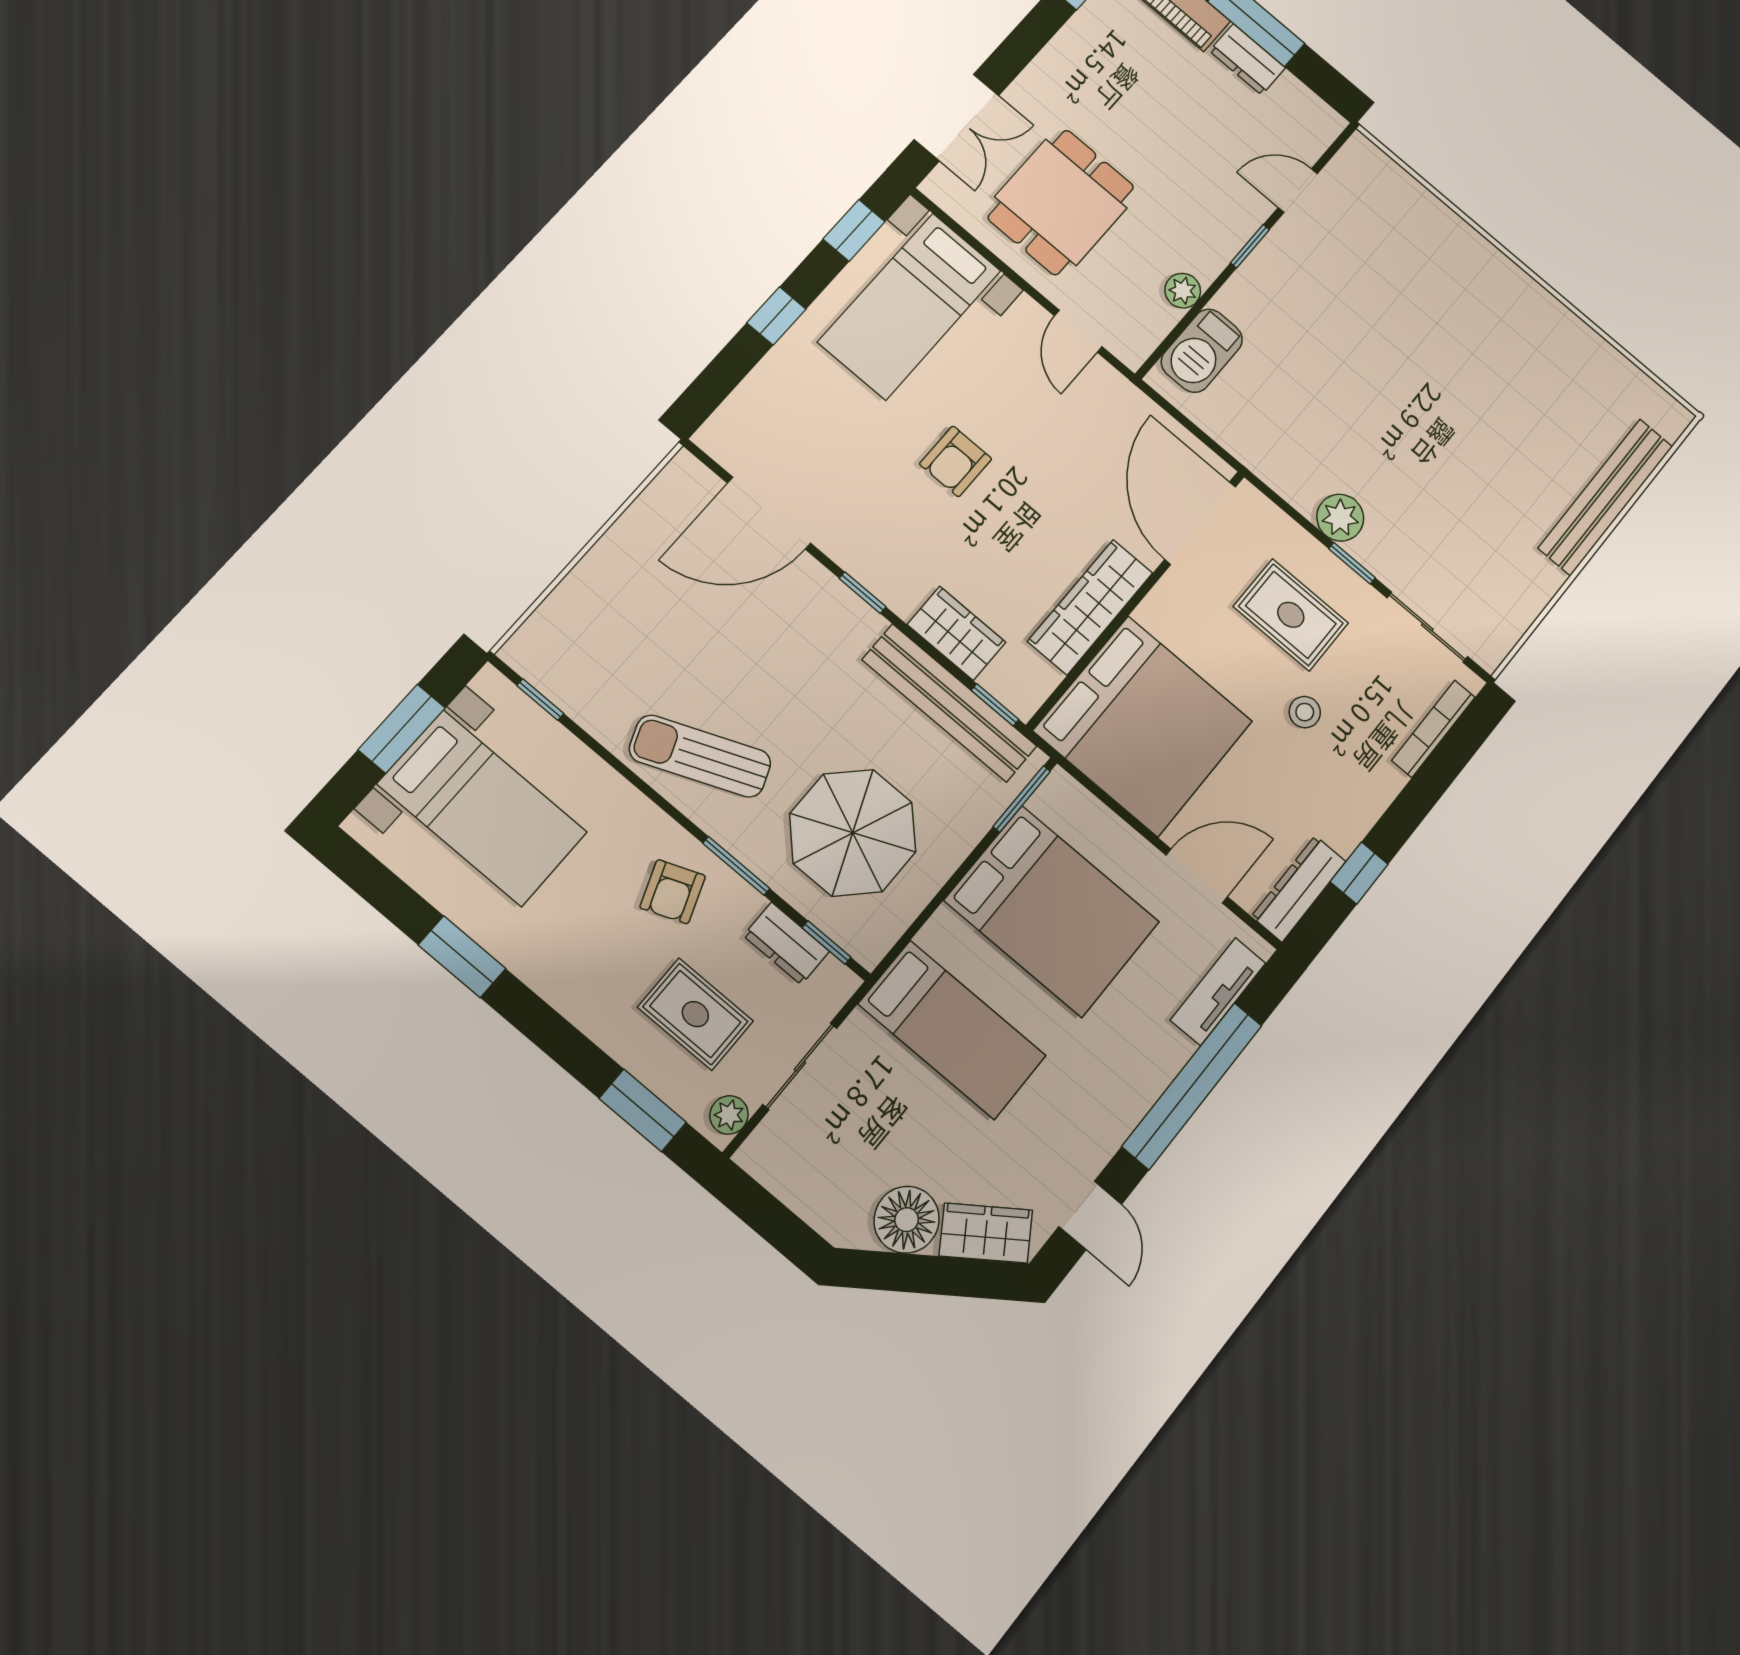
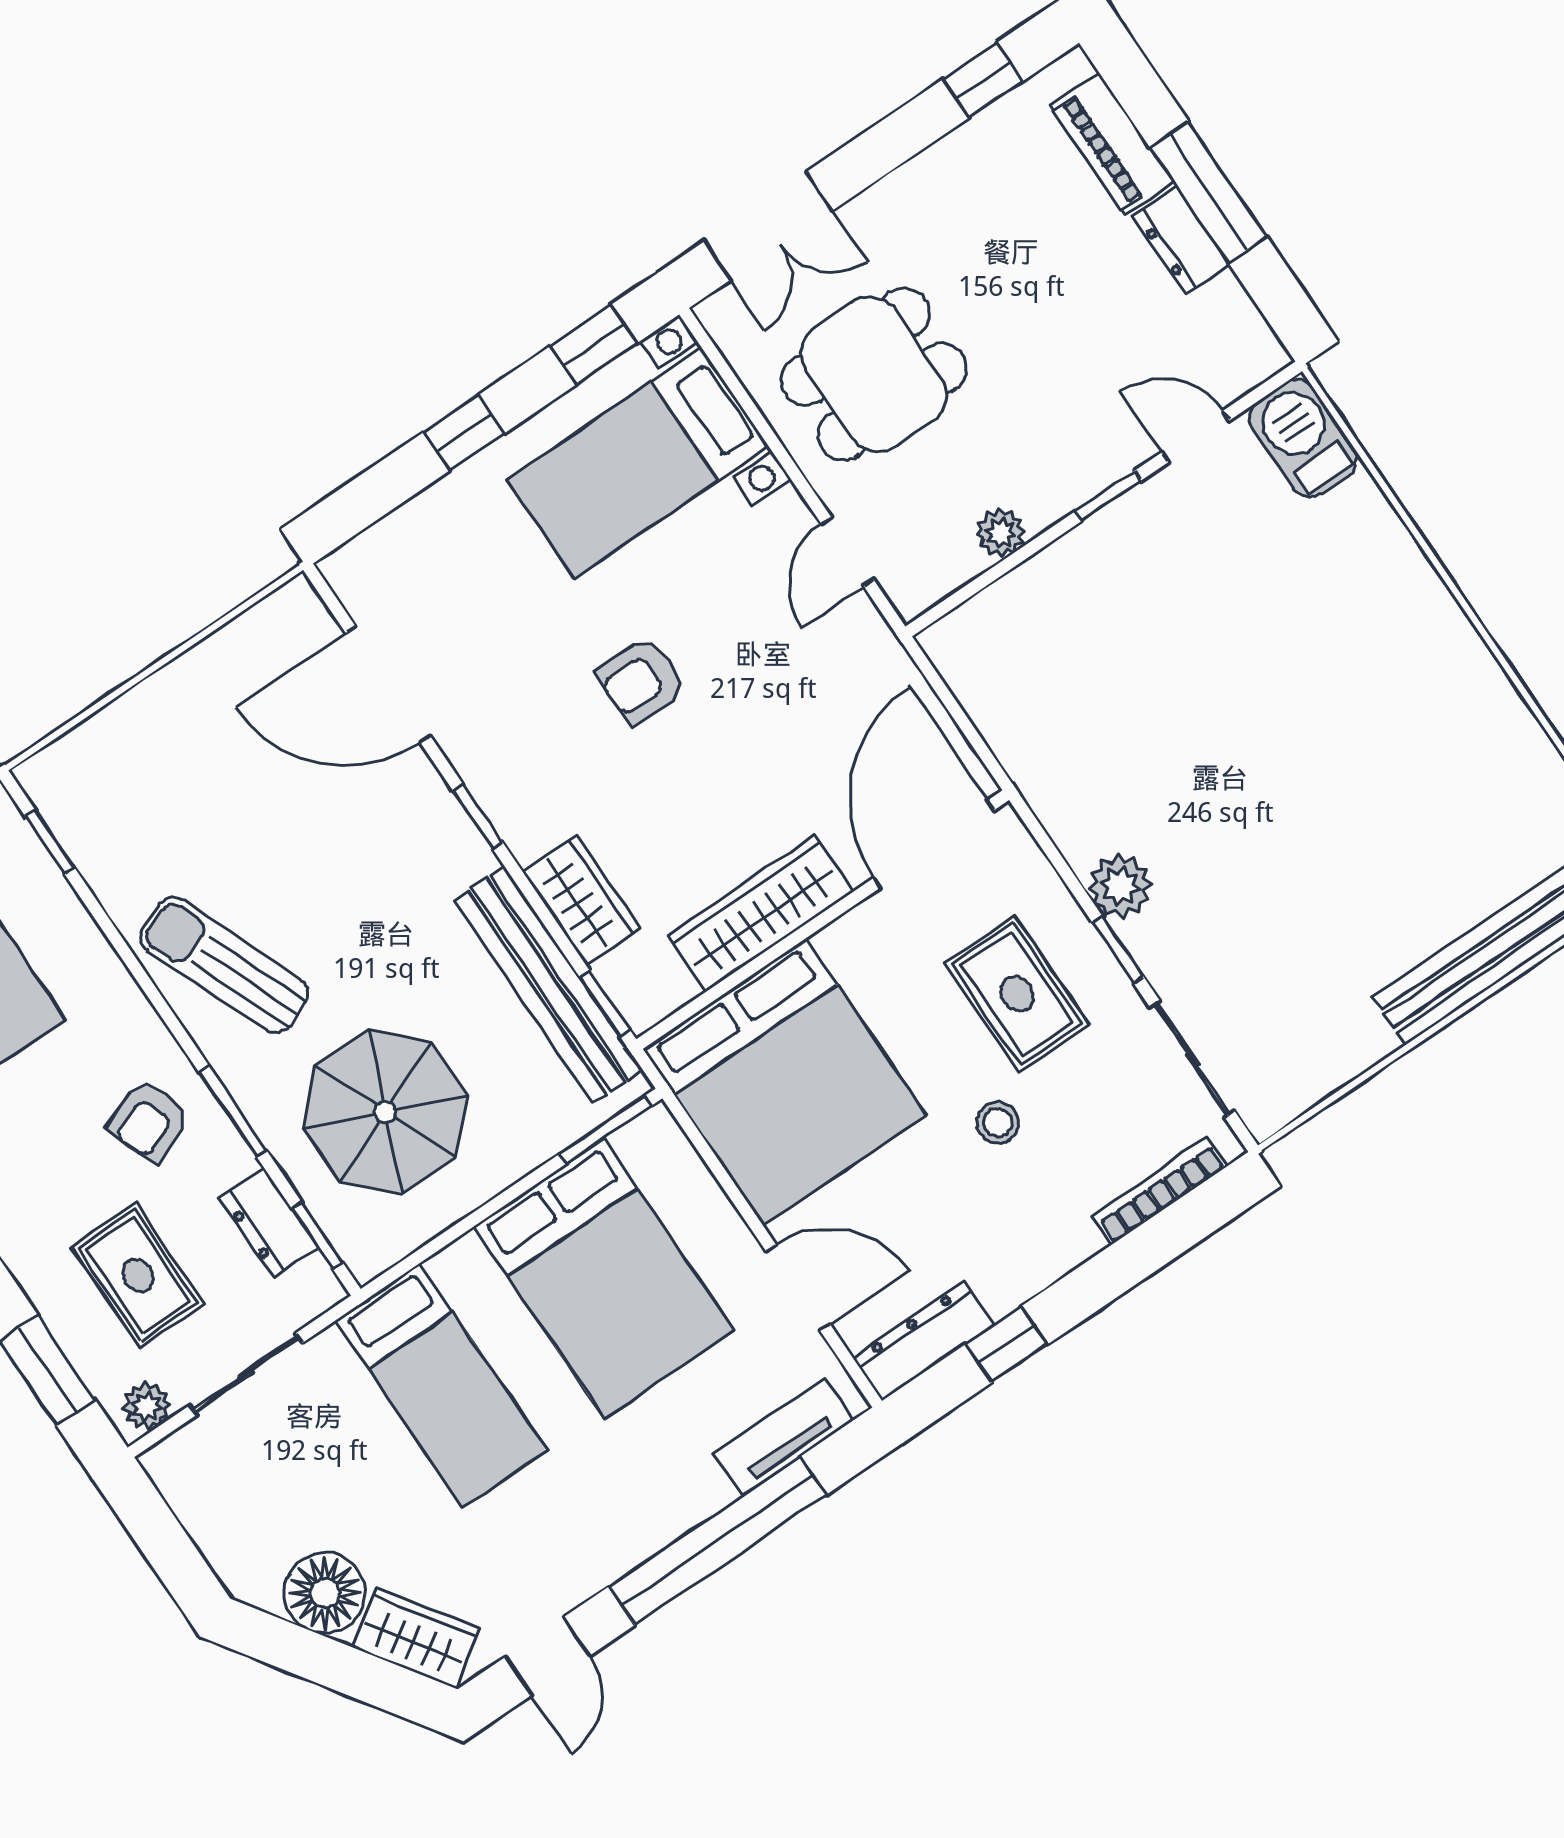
barbecue: (1202, 351) -> (1303, 438), moved, turned 90

